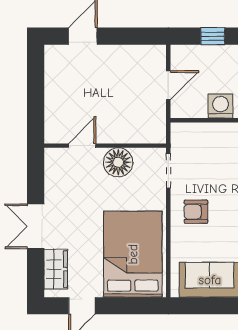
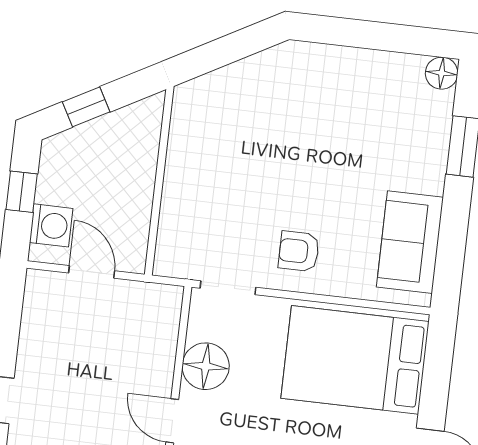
washing machine: (221, 106) -> (51, 225), moved, turned 180
armchair: (196, 212) -> (299, 251), turned 90

